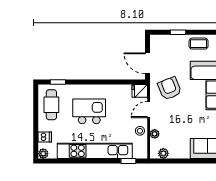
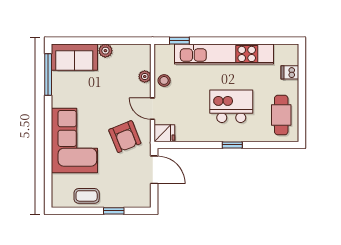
window: (58, 82) -> (232, 145), moved
door: (149, 110) -> (153, 109), swing flipped
kitchen island: (89, 111) -> (231, 106), turned 180
plant: (163, 153) -> (105, 51), moved
plant: (43, 154) -> (292, 50), removed

